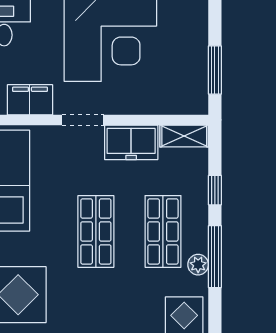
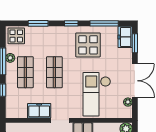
shelving: (184, 136) -> (16, 114), removed

